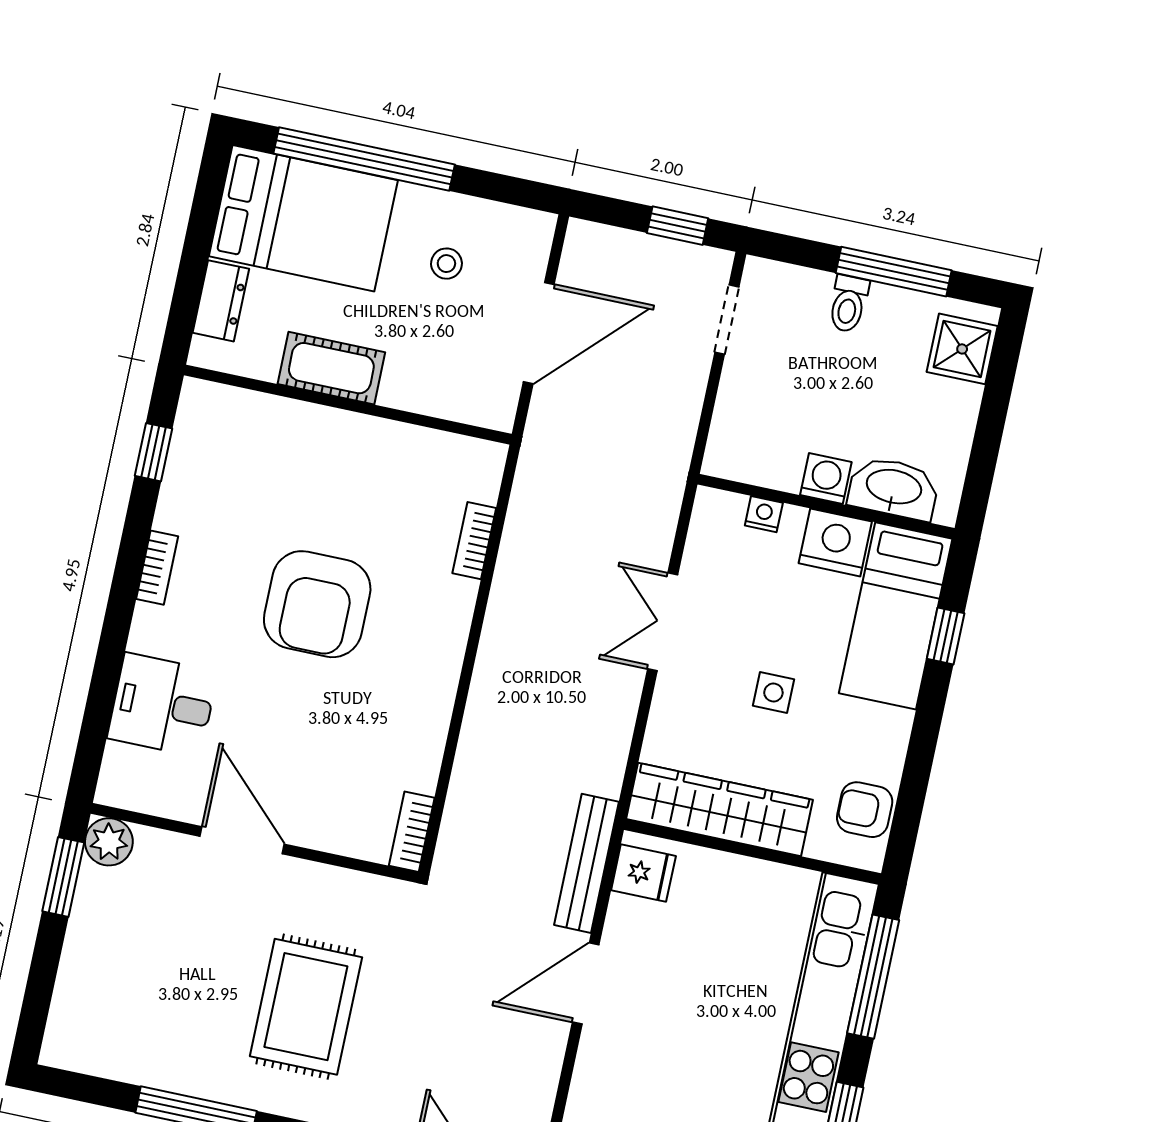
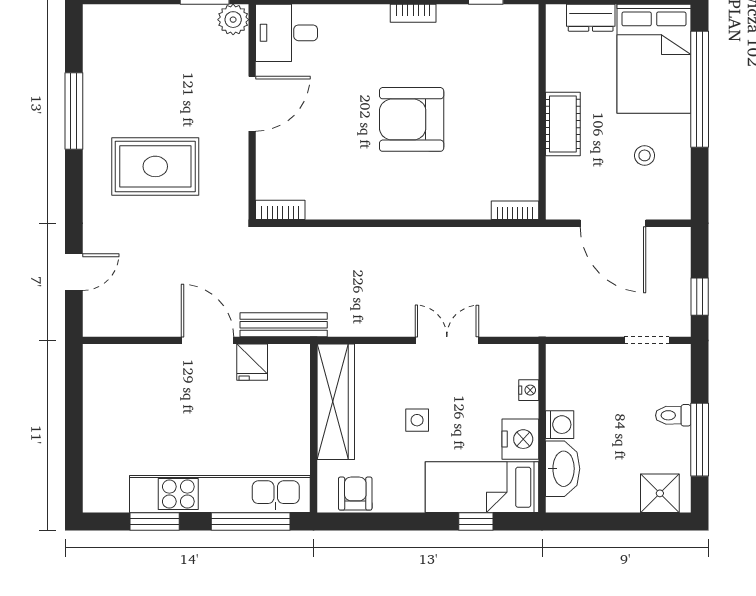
cot: (331, 368) -> (563, 124), moved
bookcase: (474, 541) -> (515, 210), moved
desk: (163, 705) -> (287, 33), moved, turned -90
fridge: (643, 873) -> (252, 362), moved

